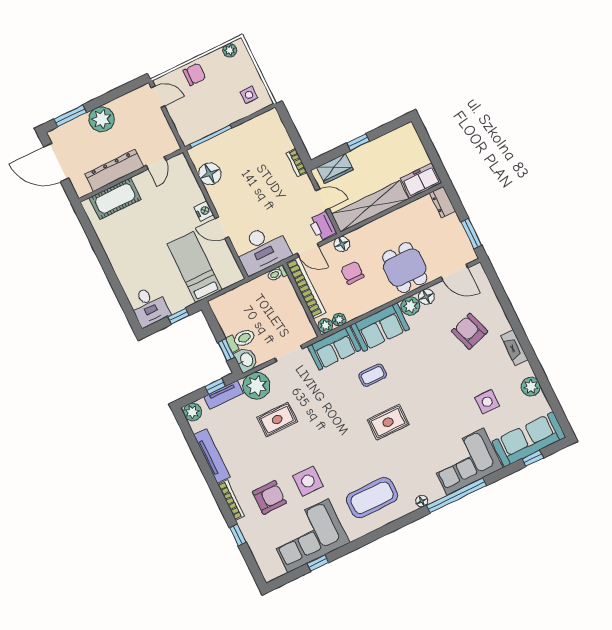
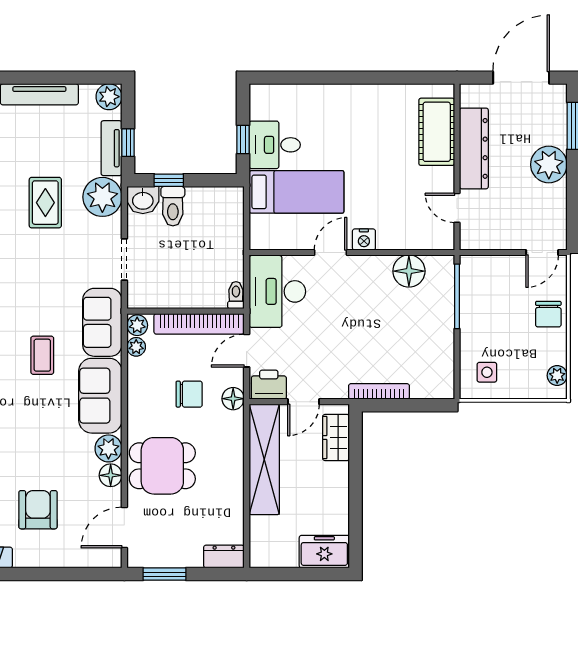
window: (358, 142) -> (356, 485), removed
bookcase: (297, 163) -> (379, 391), width x1.56
freezer: (421, 181) -> (324, 552), moved, turned -90
desk: (149, 306) -> (275, 145), moved
armchair: (470, 331) -> (38, 510), turned -72

